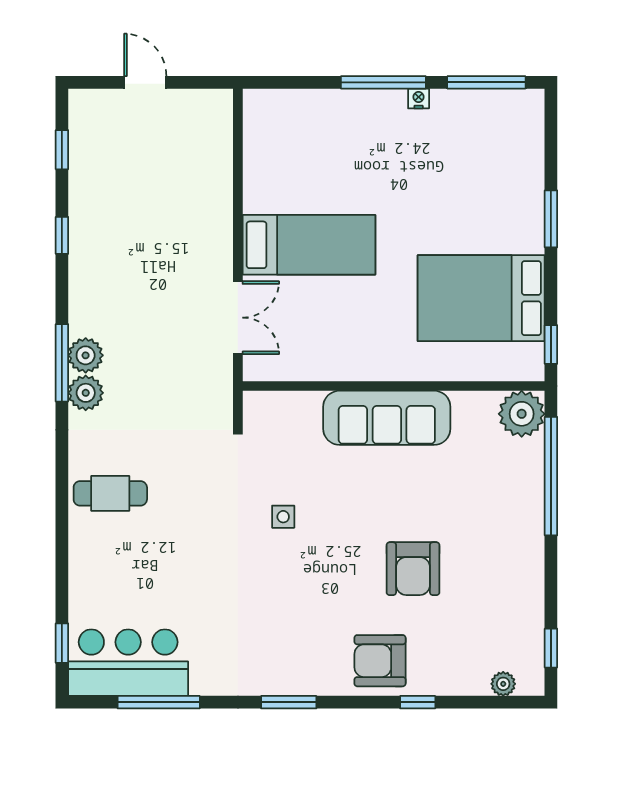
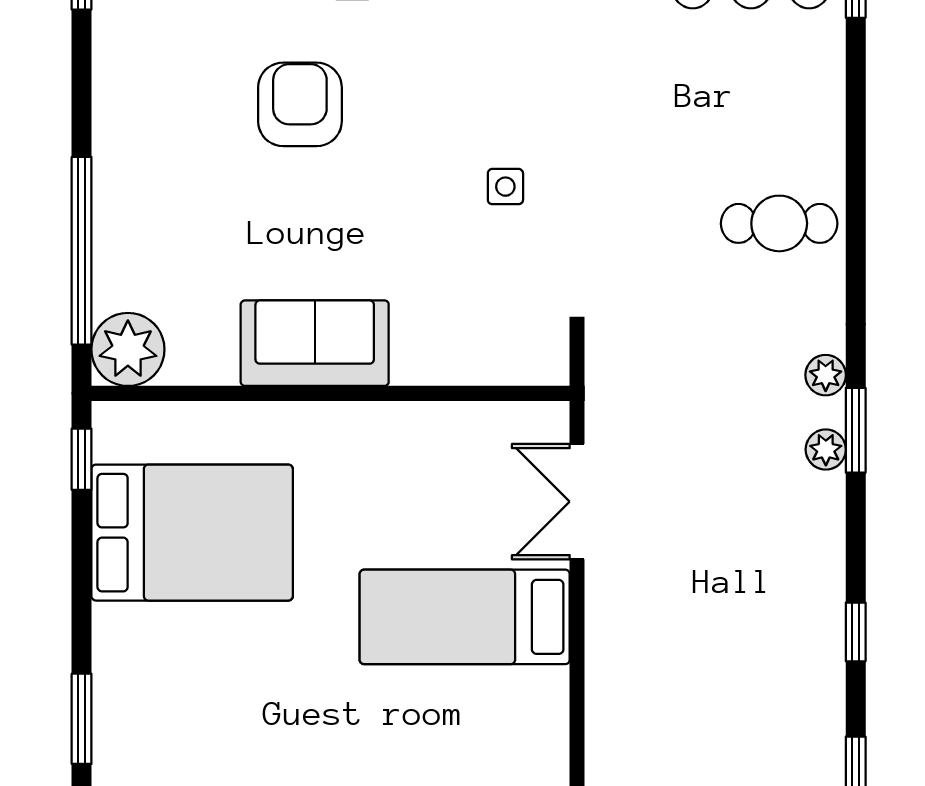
window: (551, 219) -> (82, 719), moved
plant: (86, 355) -> (826, 450), width x0.73, depth x0.73
window: (62, 363) -> (856, 430), width x0.69
plant: (86, 393) -> (826, 375), width x0.73, depth x0.73
sofa: (387, 418) -> (315, 343), width x0.73

